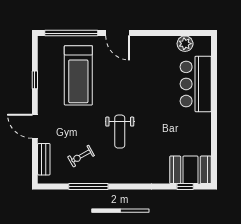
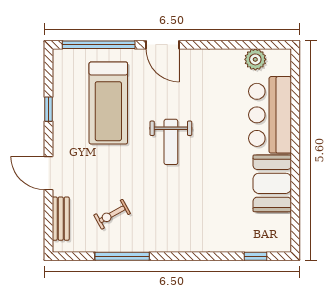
weight bench: (120, 132) -> (171, 142), moved
booth: (190, 170) -> (272, 183), moved, turned 90

